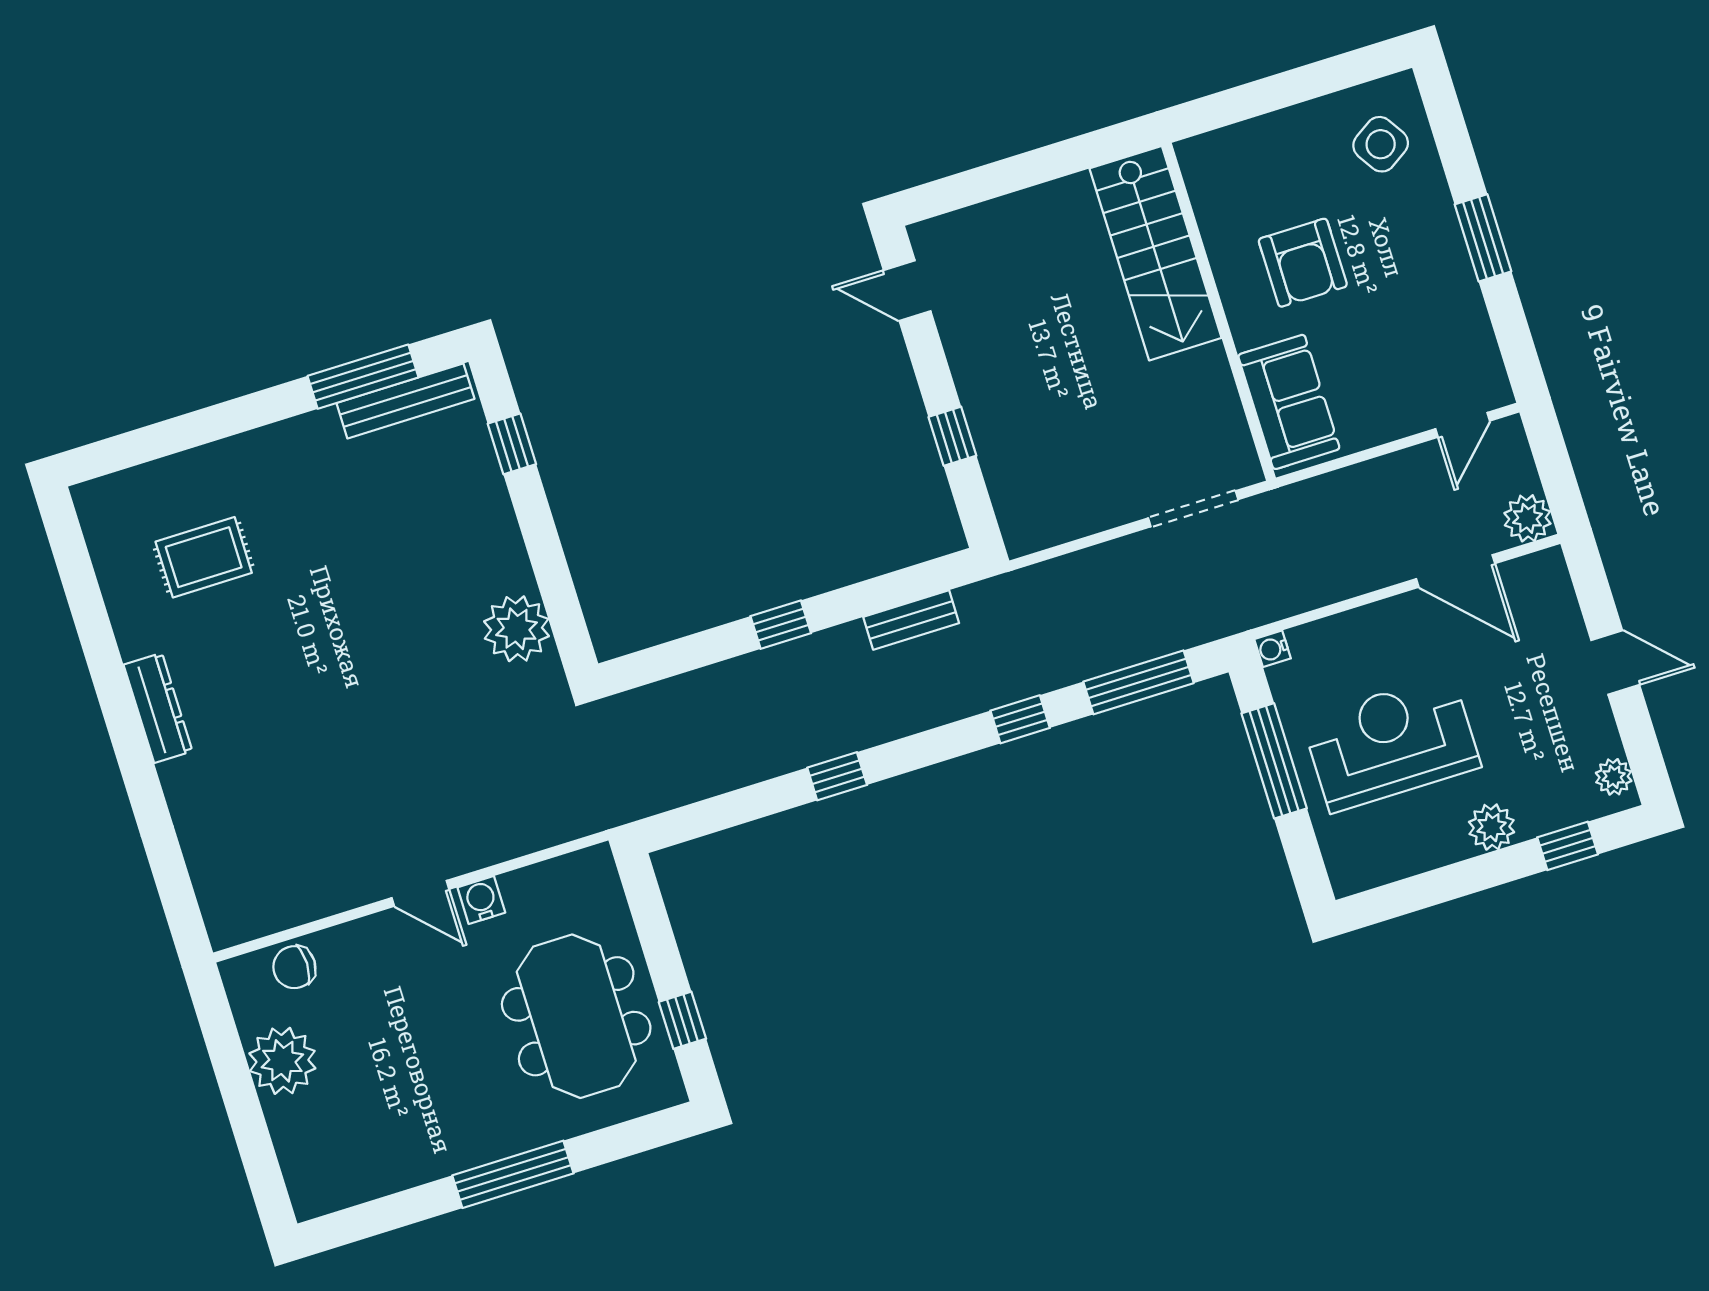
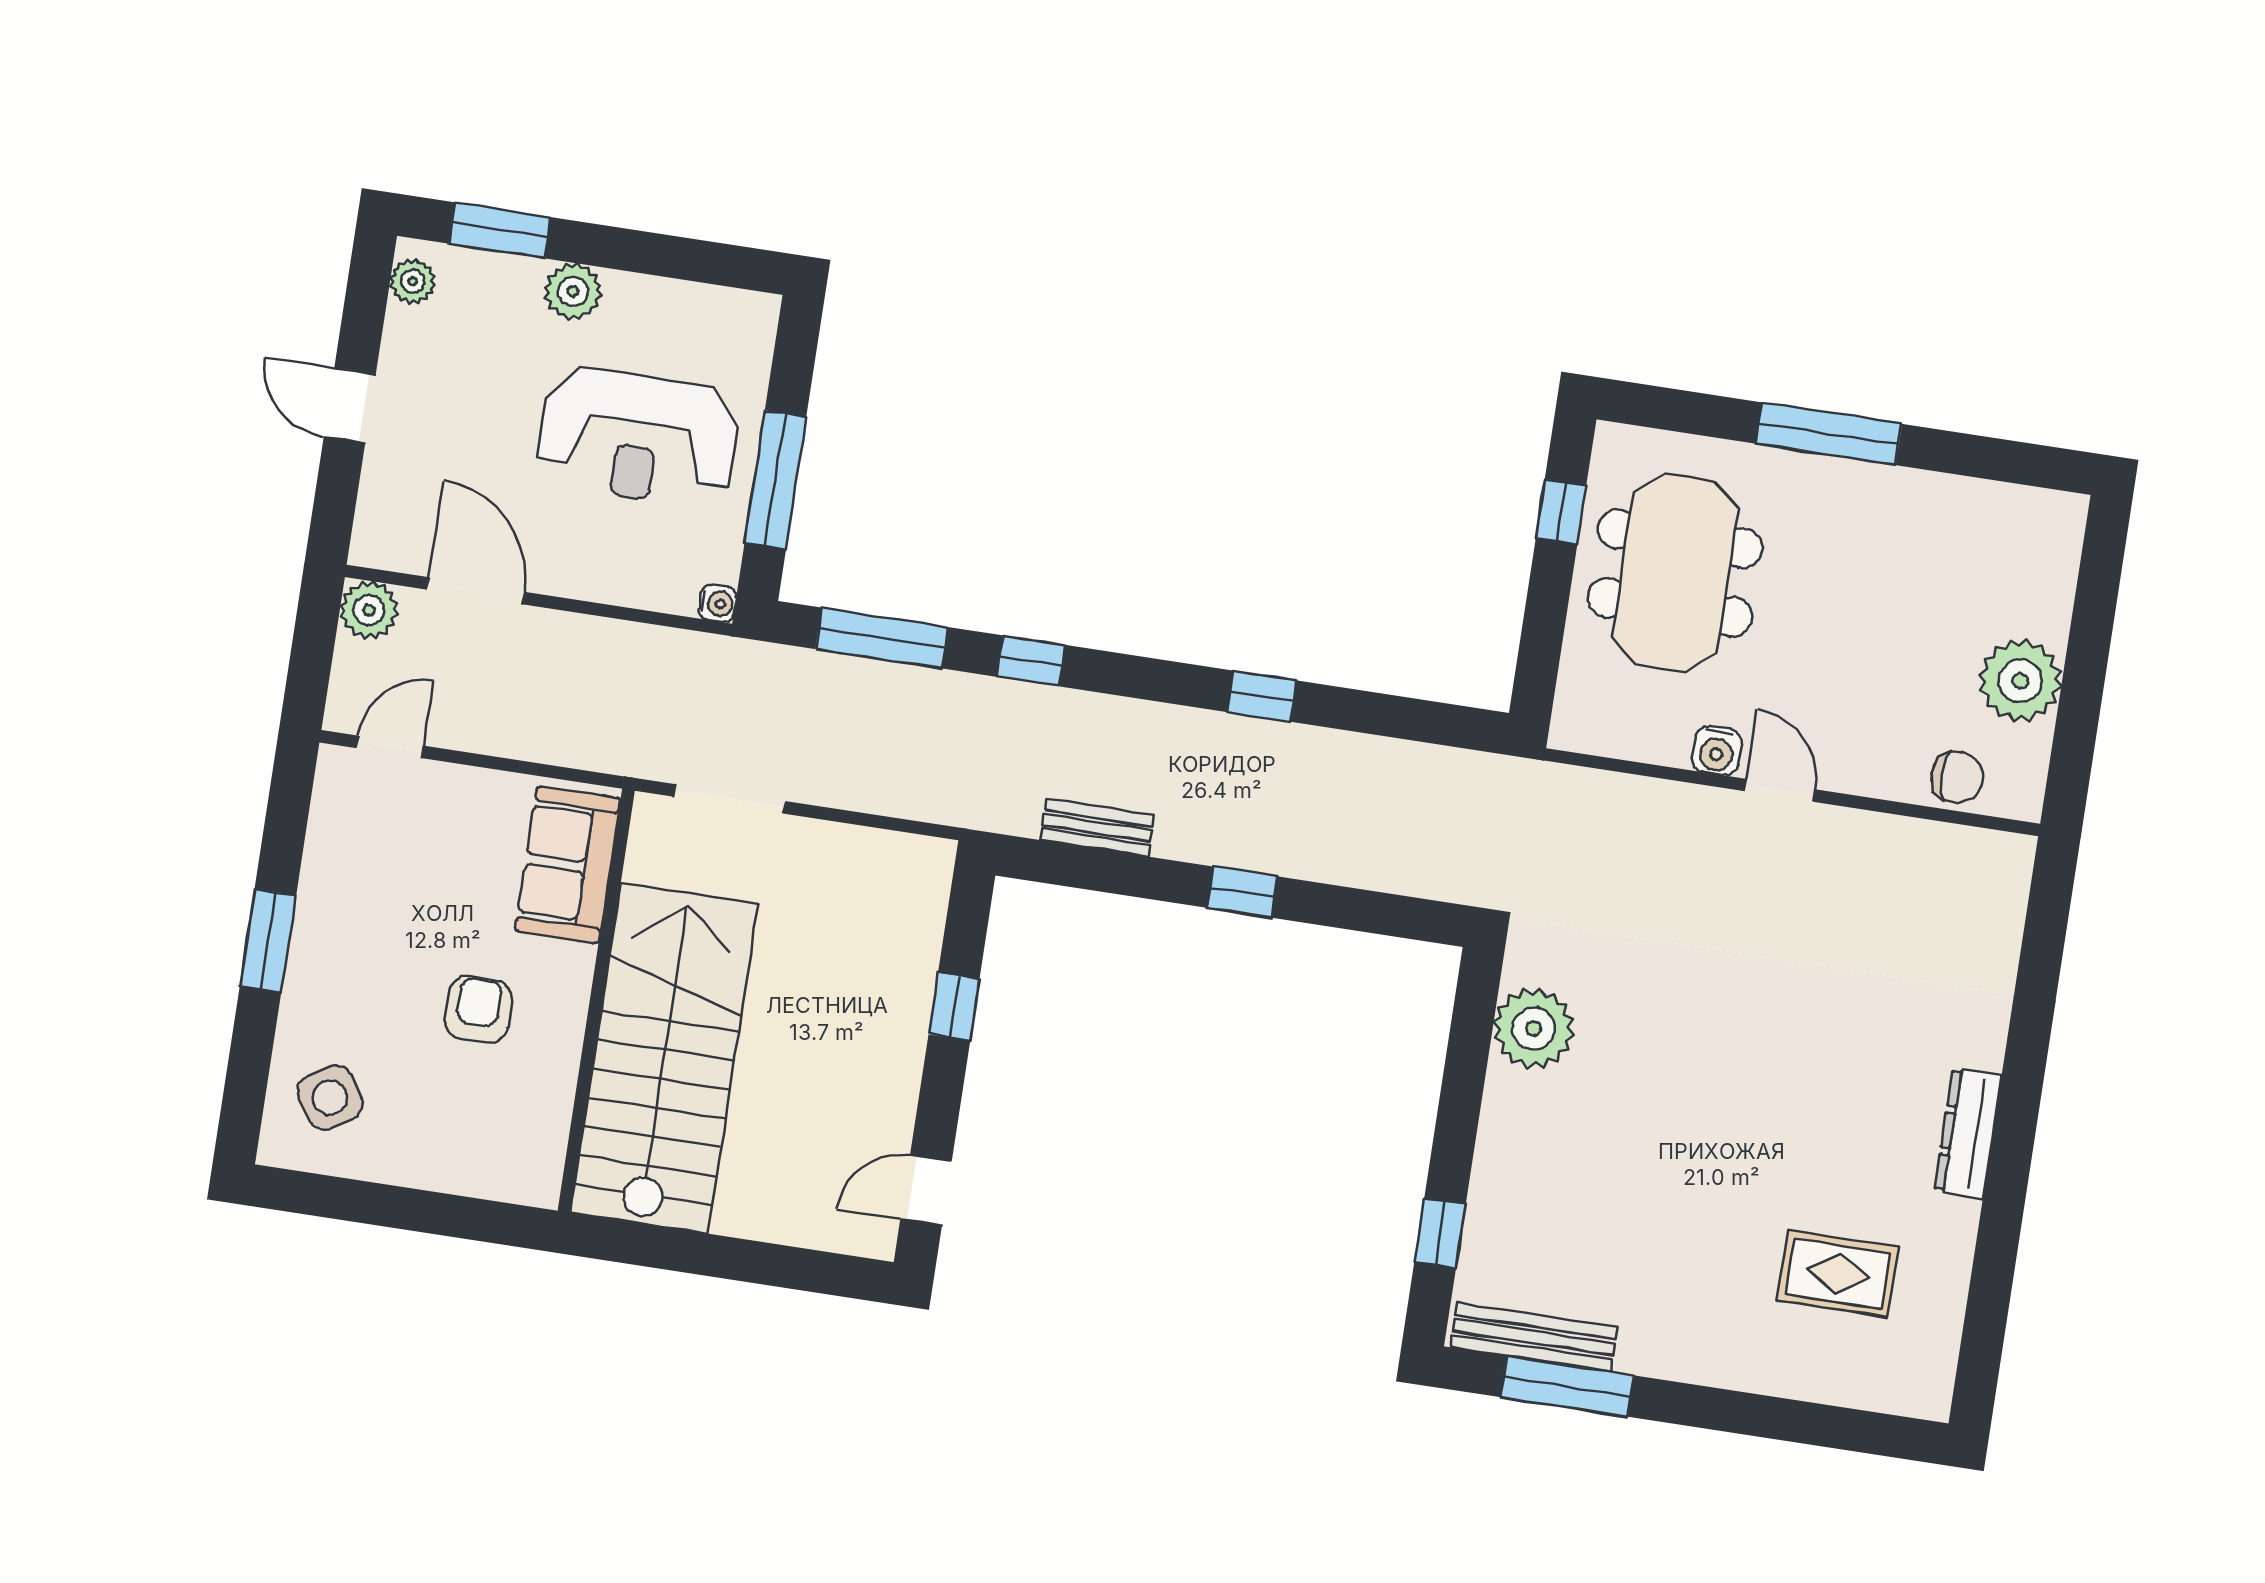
stairs: (1155, 253) -> (664, 1058), width x1.36, depth x1.51
armchair: (1303, 263) -> (478, 1010), width x0.72, depth x0.72
door: (907, 291) -> (926, 1190), swing flipped
window: (1568, 846) -> (500, 230), width x1.50

